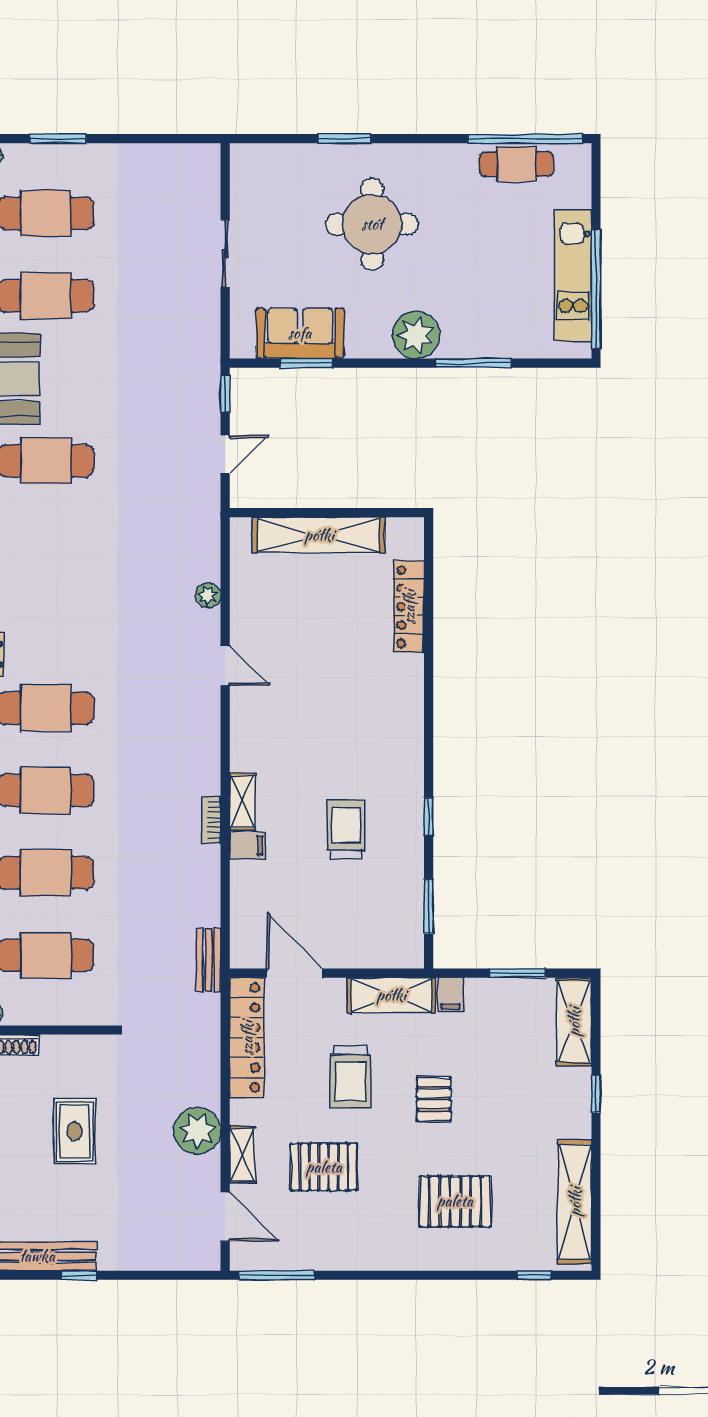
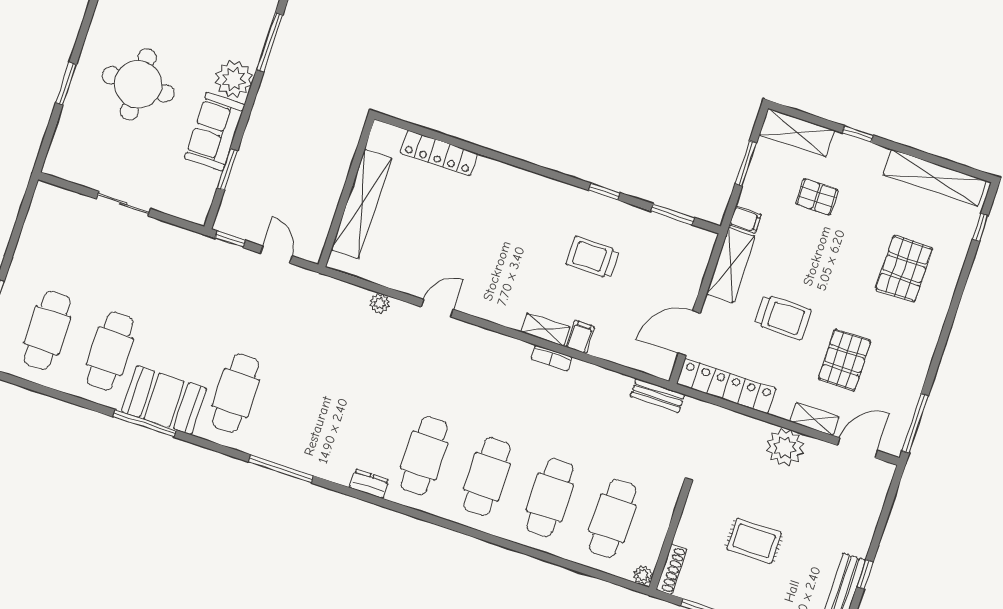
sofa: (300, 333) -> (215, 132), moved
pallet: (434, 1099) -> (817, 197), moved

